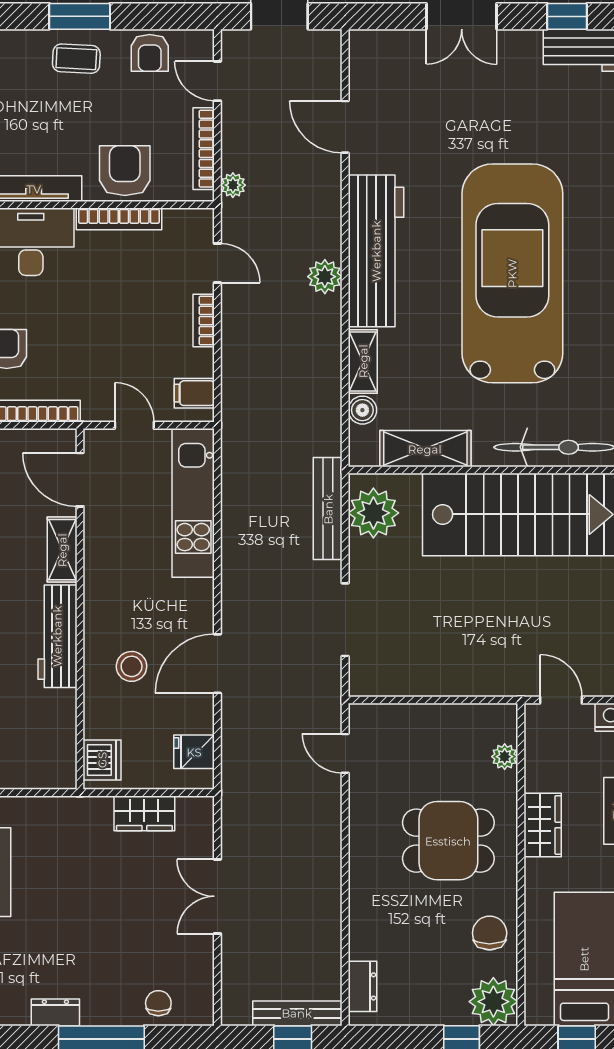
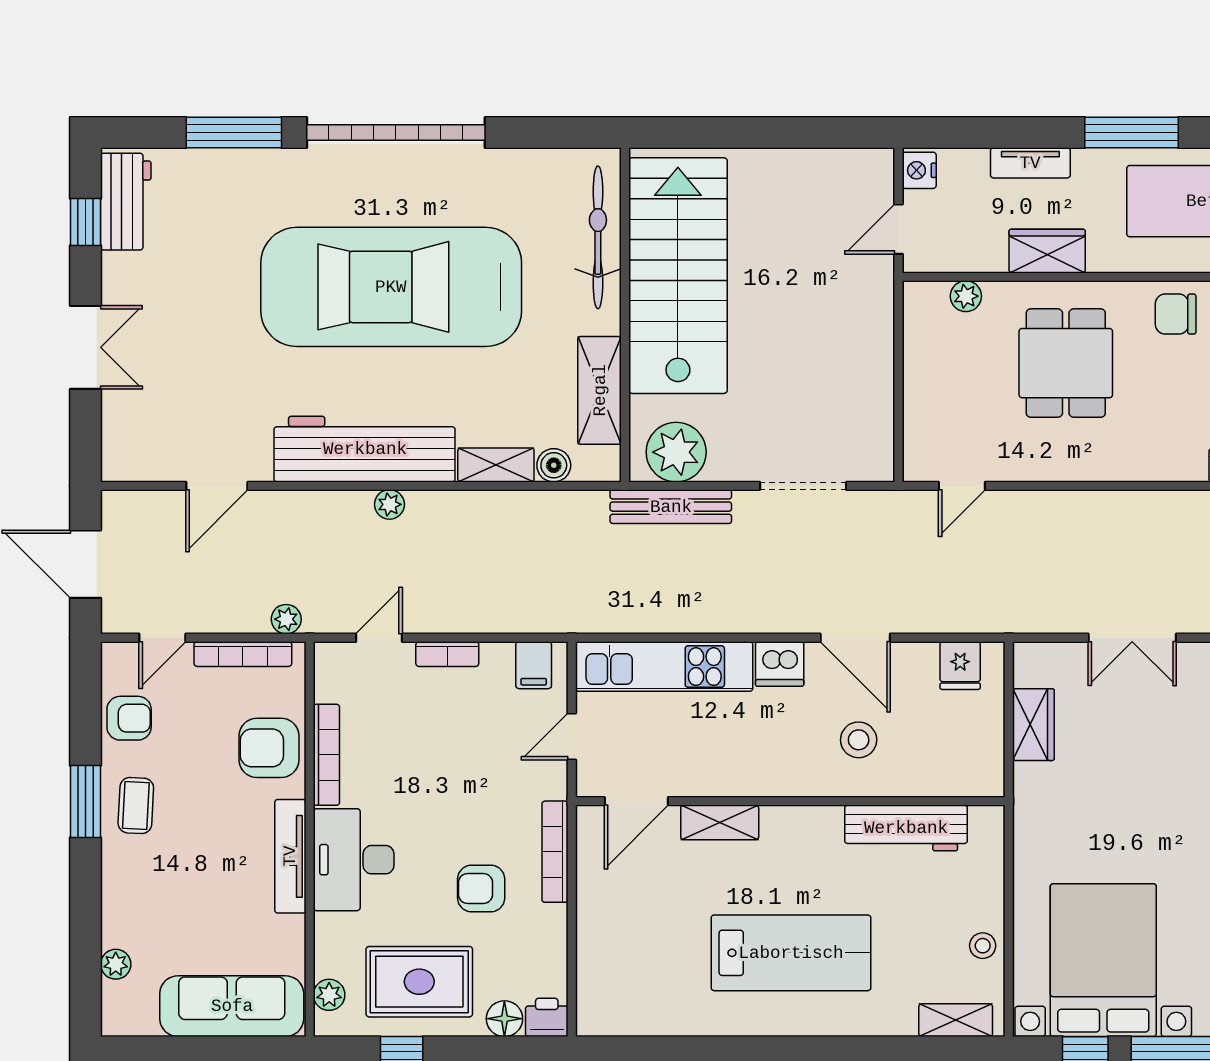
plant: (325, 277) -> (389, 504), width x0.73, depth x0.73
workbench: (57, 636) -> (906, 828), moved
dishwasher: (102, 760) -> (780, 664), moved, turned 180

